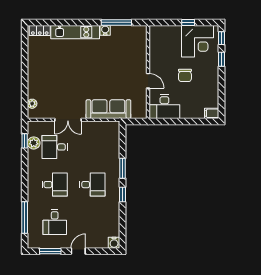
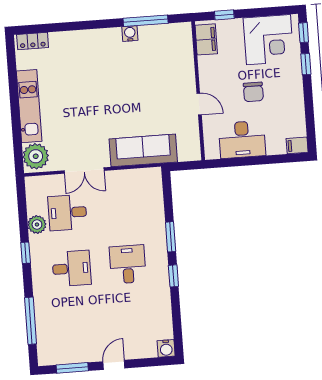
window: (188, 22) -> (224, 15), moved
kitchen unit: (75, 32) -> (29, 106), moved, turned -90
filing cabinet: (156, 38) -> (206, 39), added
plant: (32, 104) -> (36, 156), width x1.88, depth x1.88
desk: (164, 107) -> (242, 139), moved
window: (25, 141) -> (26, 253), moved
plant: (34, 143) -> (37, 225), moved
desk: (92, 185) -> (128, 264), turned -90
desk: (55, 222) -> (76, 324), removed

